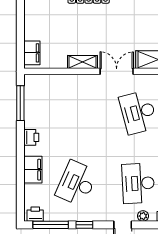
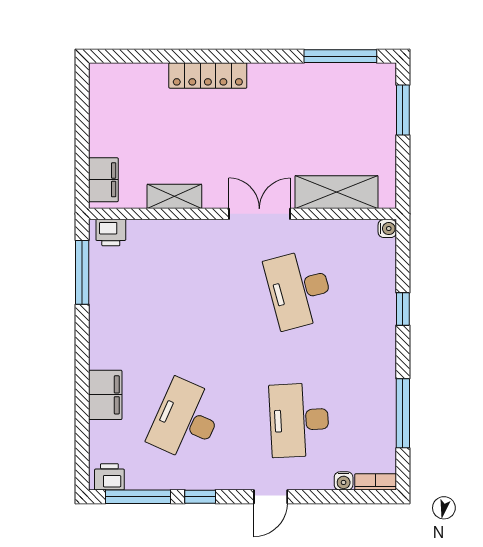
shelving: (82, 62) -> (174, 196), moved
printer: (31, 137) -> (111, 232), moved, turned 90
plant: (143, 216) -> (308, 480), removed

